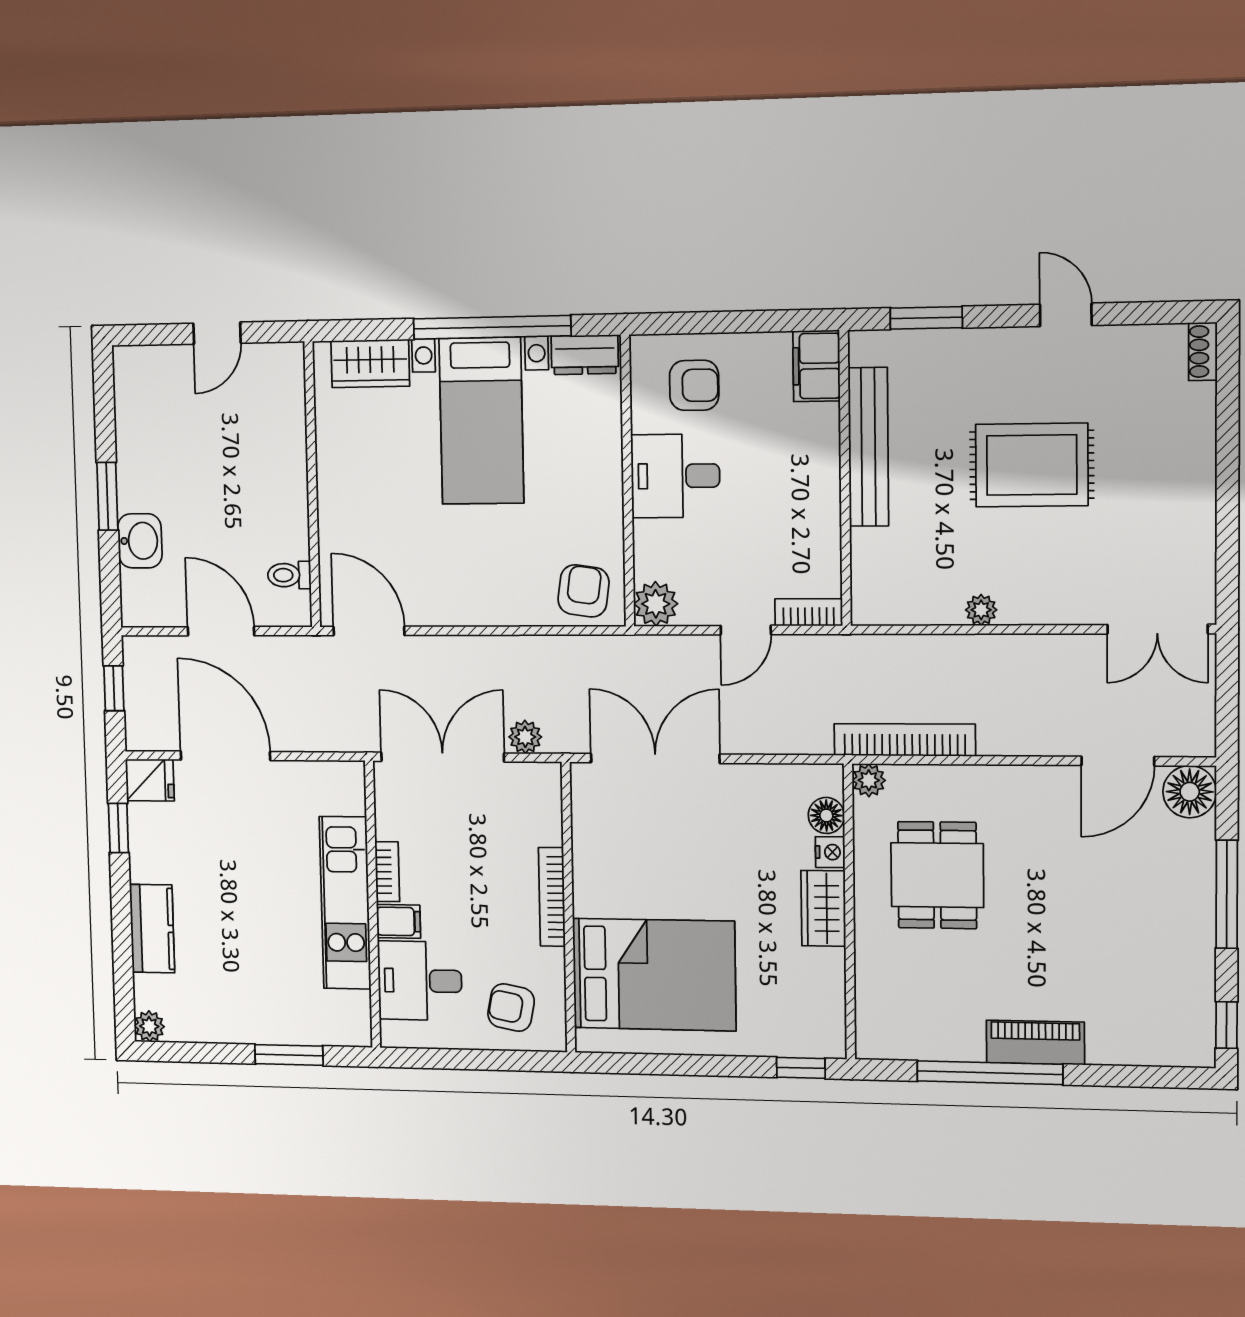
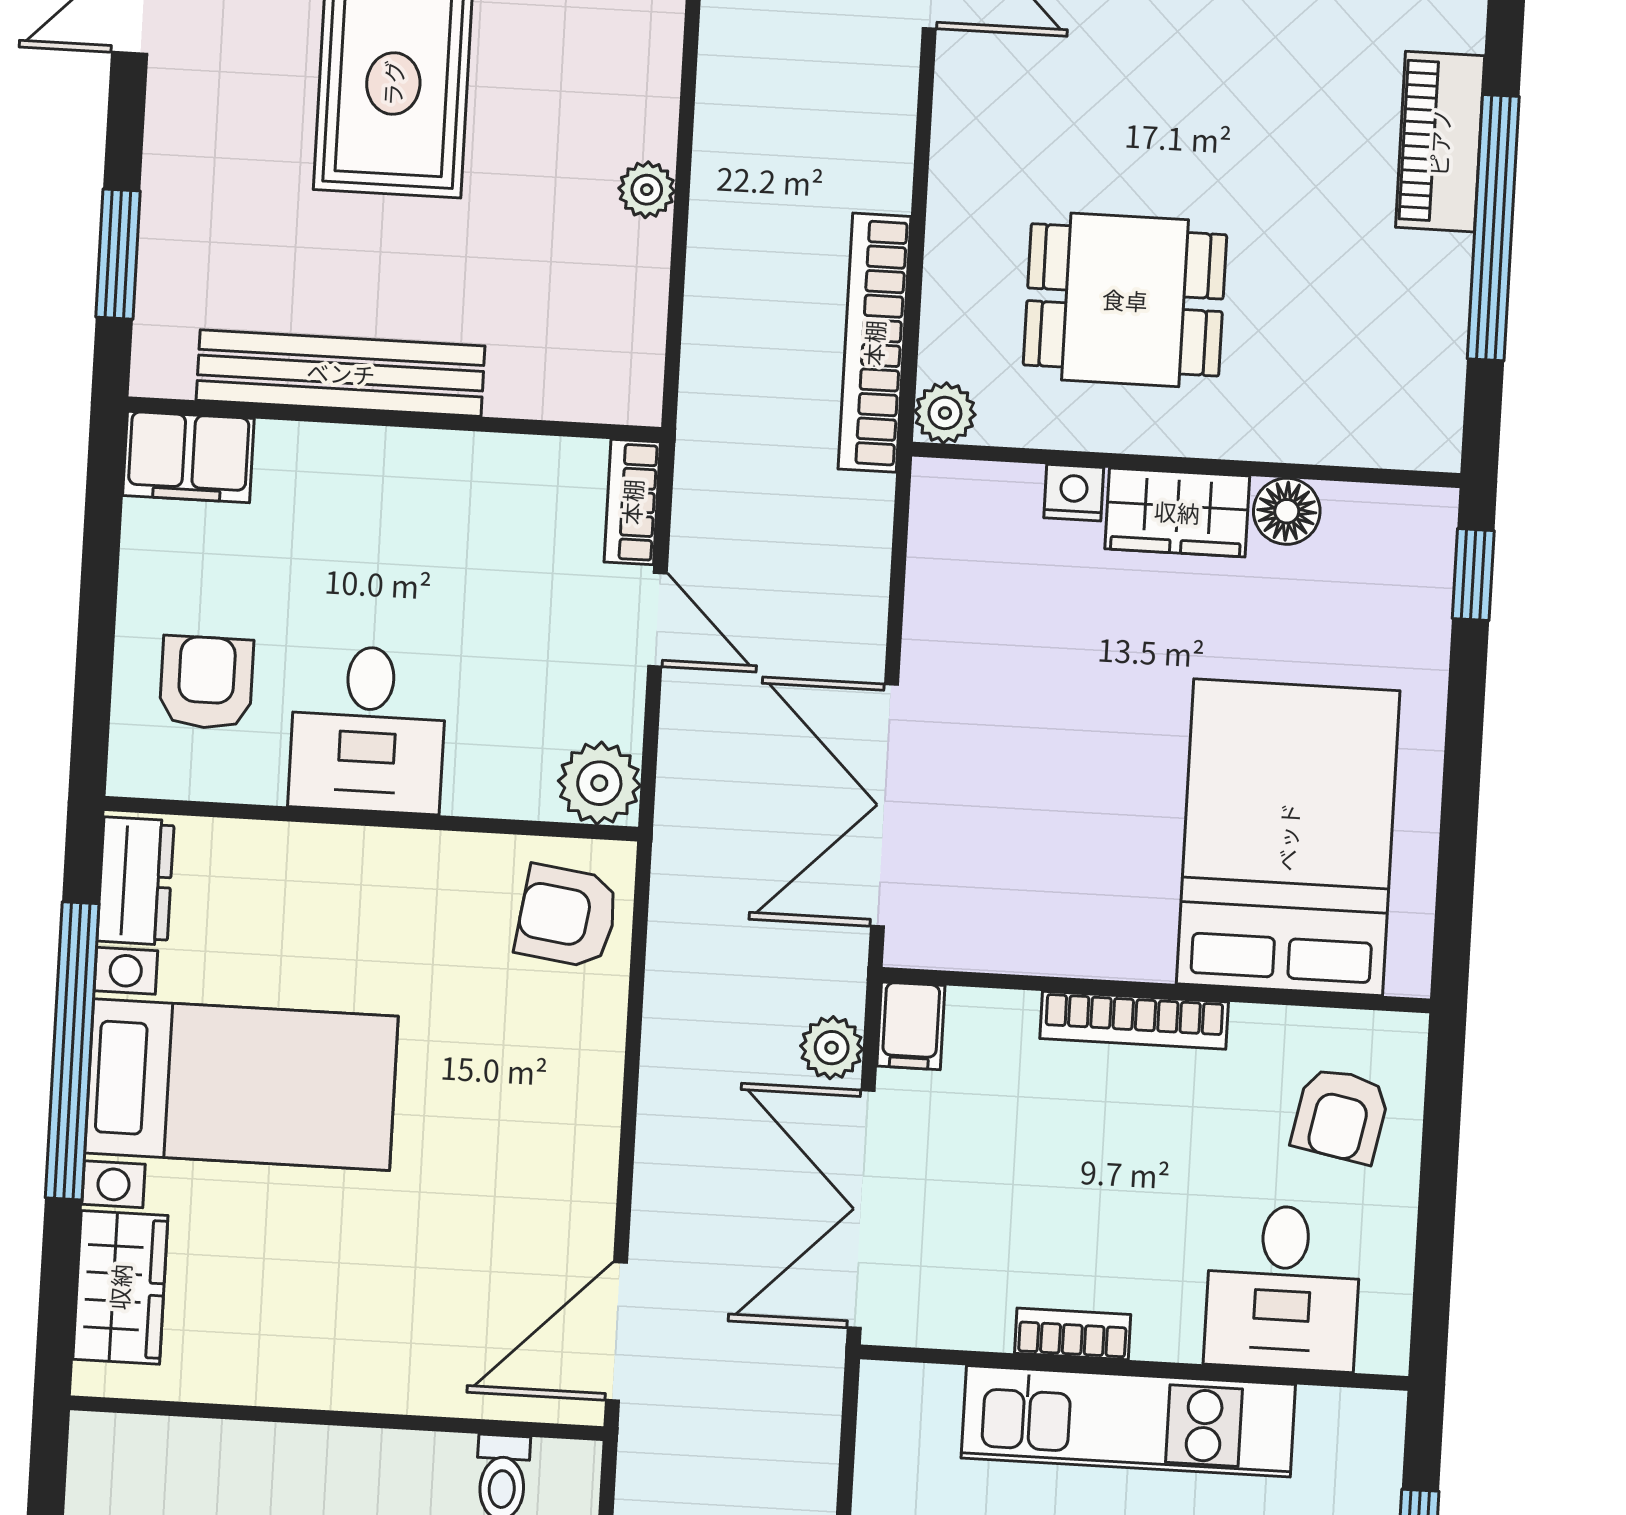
floor lamp: (826, 815) -> (1287, 511), moved
filing cabinet: (398, 921) -> (911, 1026), moved, turned 180

